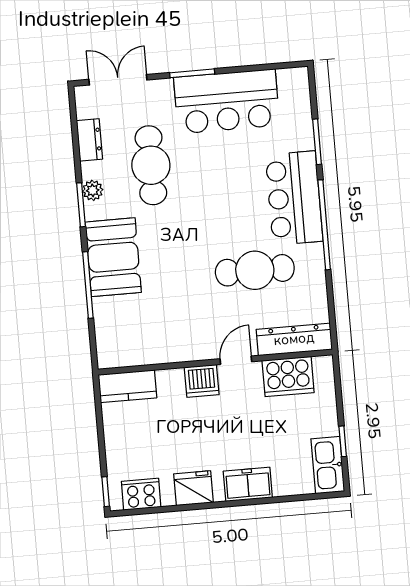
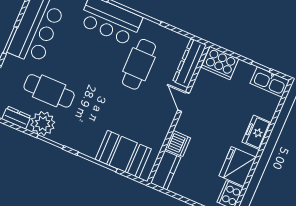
plant: (93, 190) -> (43, 123), width x1.87, depth x1.87
booth: (113, 257) -> (123, 154), moved
cooker: (288, 376) -> (220, 63), moved, turned 90
dishwasher: (202, 381) -> (178, 143), moved
fridge: (193, 488) -> (238, 166), width x1.36, depth x1.34

